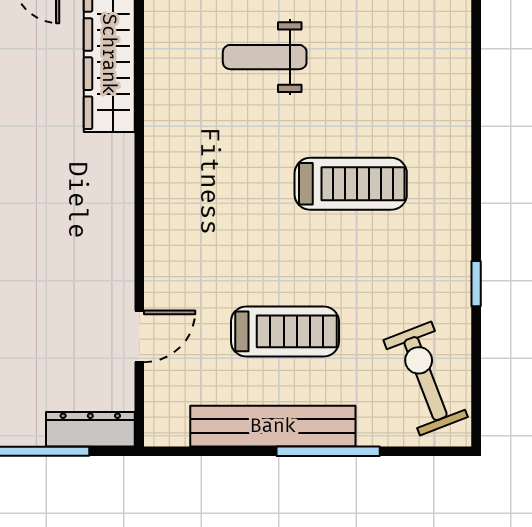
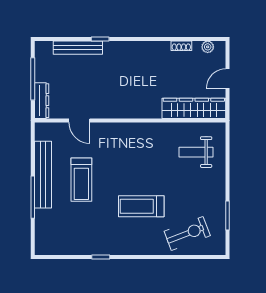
weight bench: (265, 57) -> (196, 152), moved, turned -90
treadmill: (351, 184) -> (141, 206), turned 90
exercise bike: (426, 379) -> (187, 233), moved

